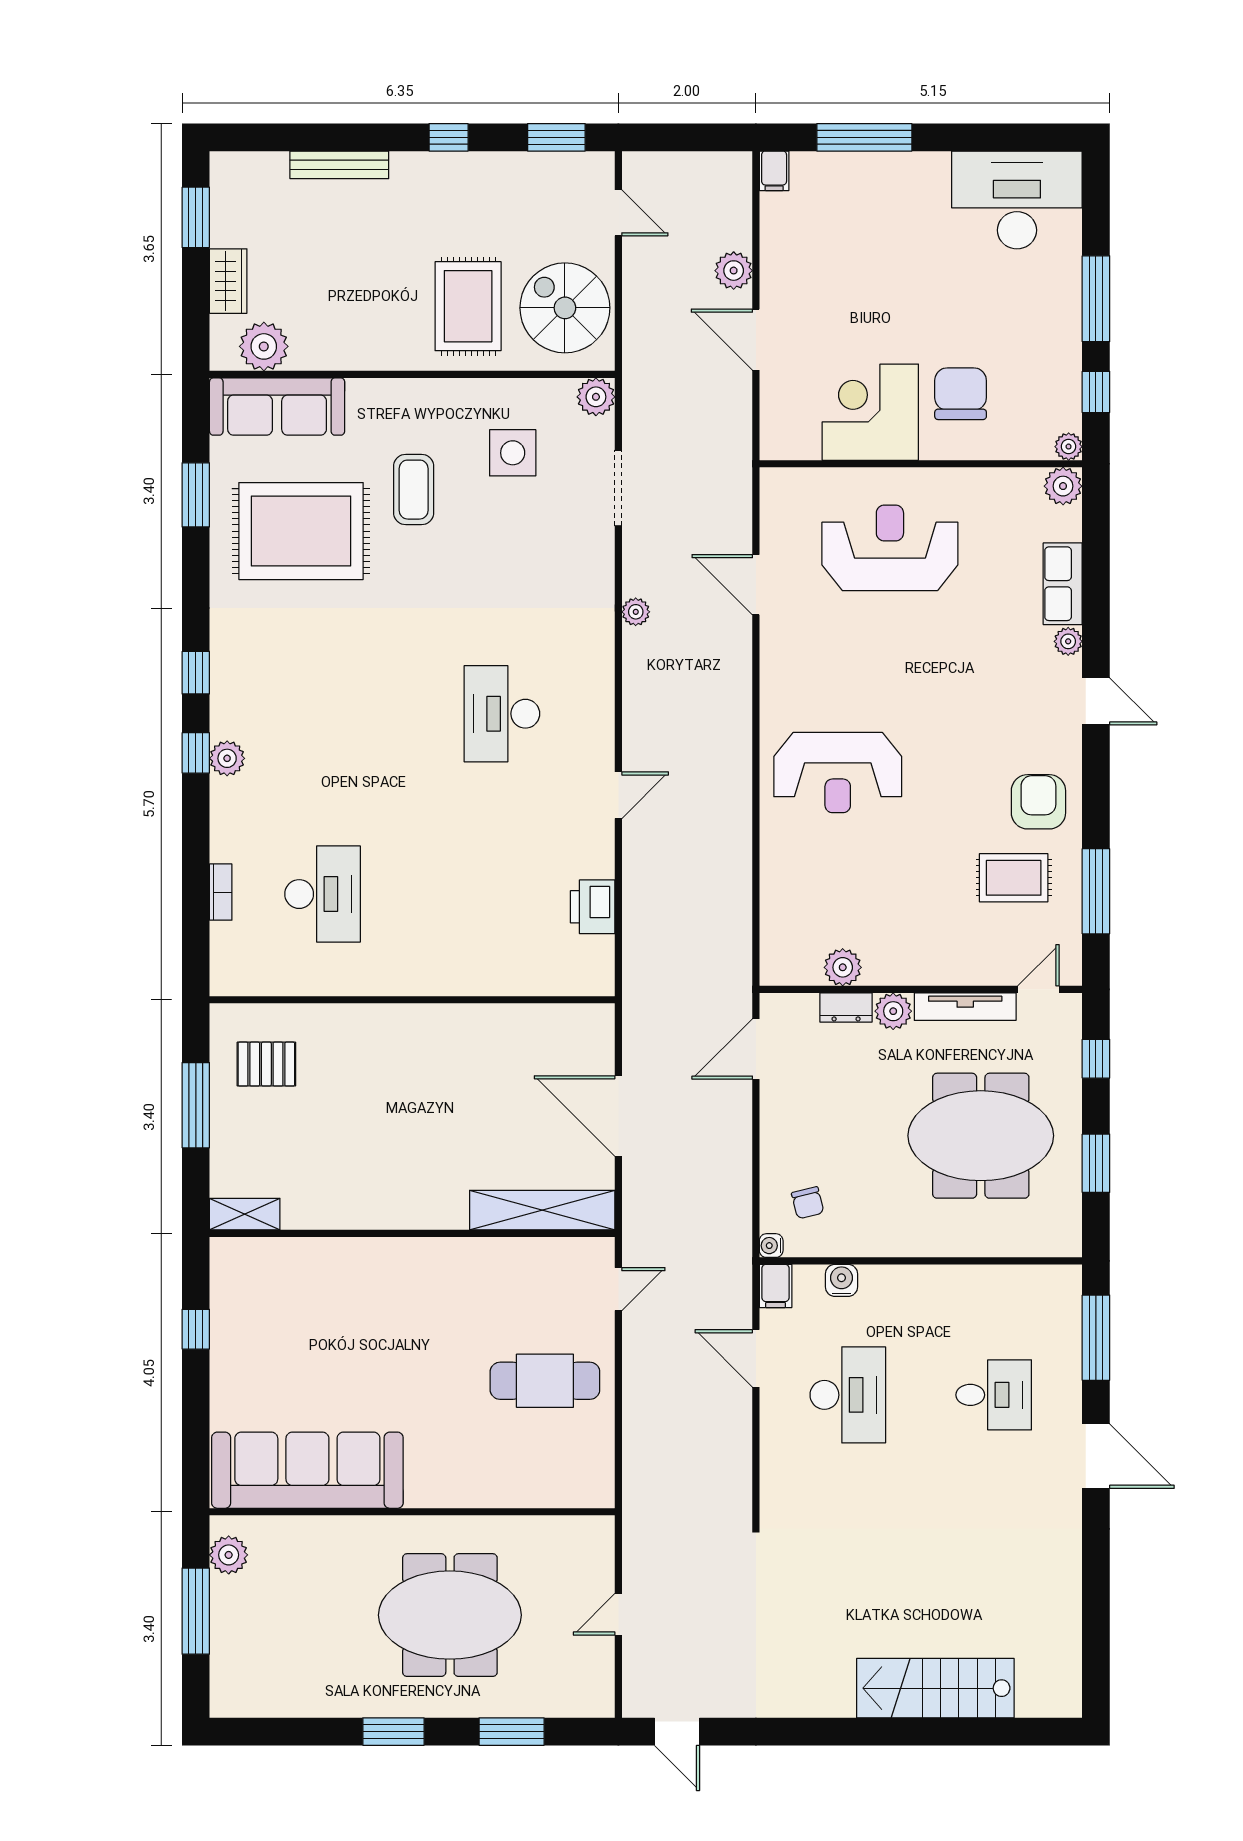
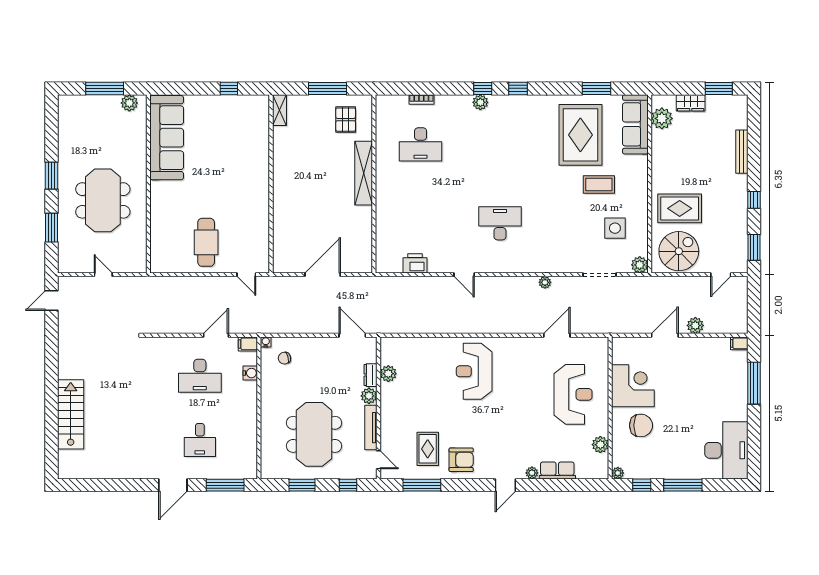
plant: (1063, 486) -> (600, 445), moved
shelving: (542, 1210) -> (364, 173), moved

